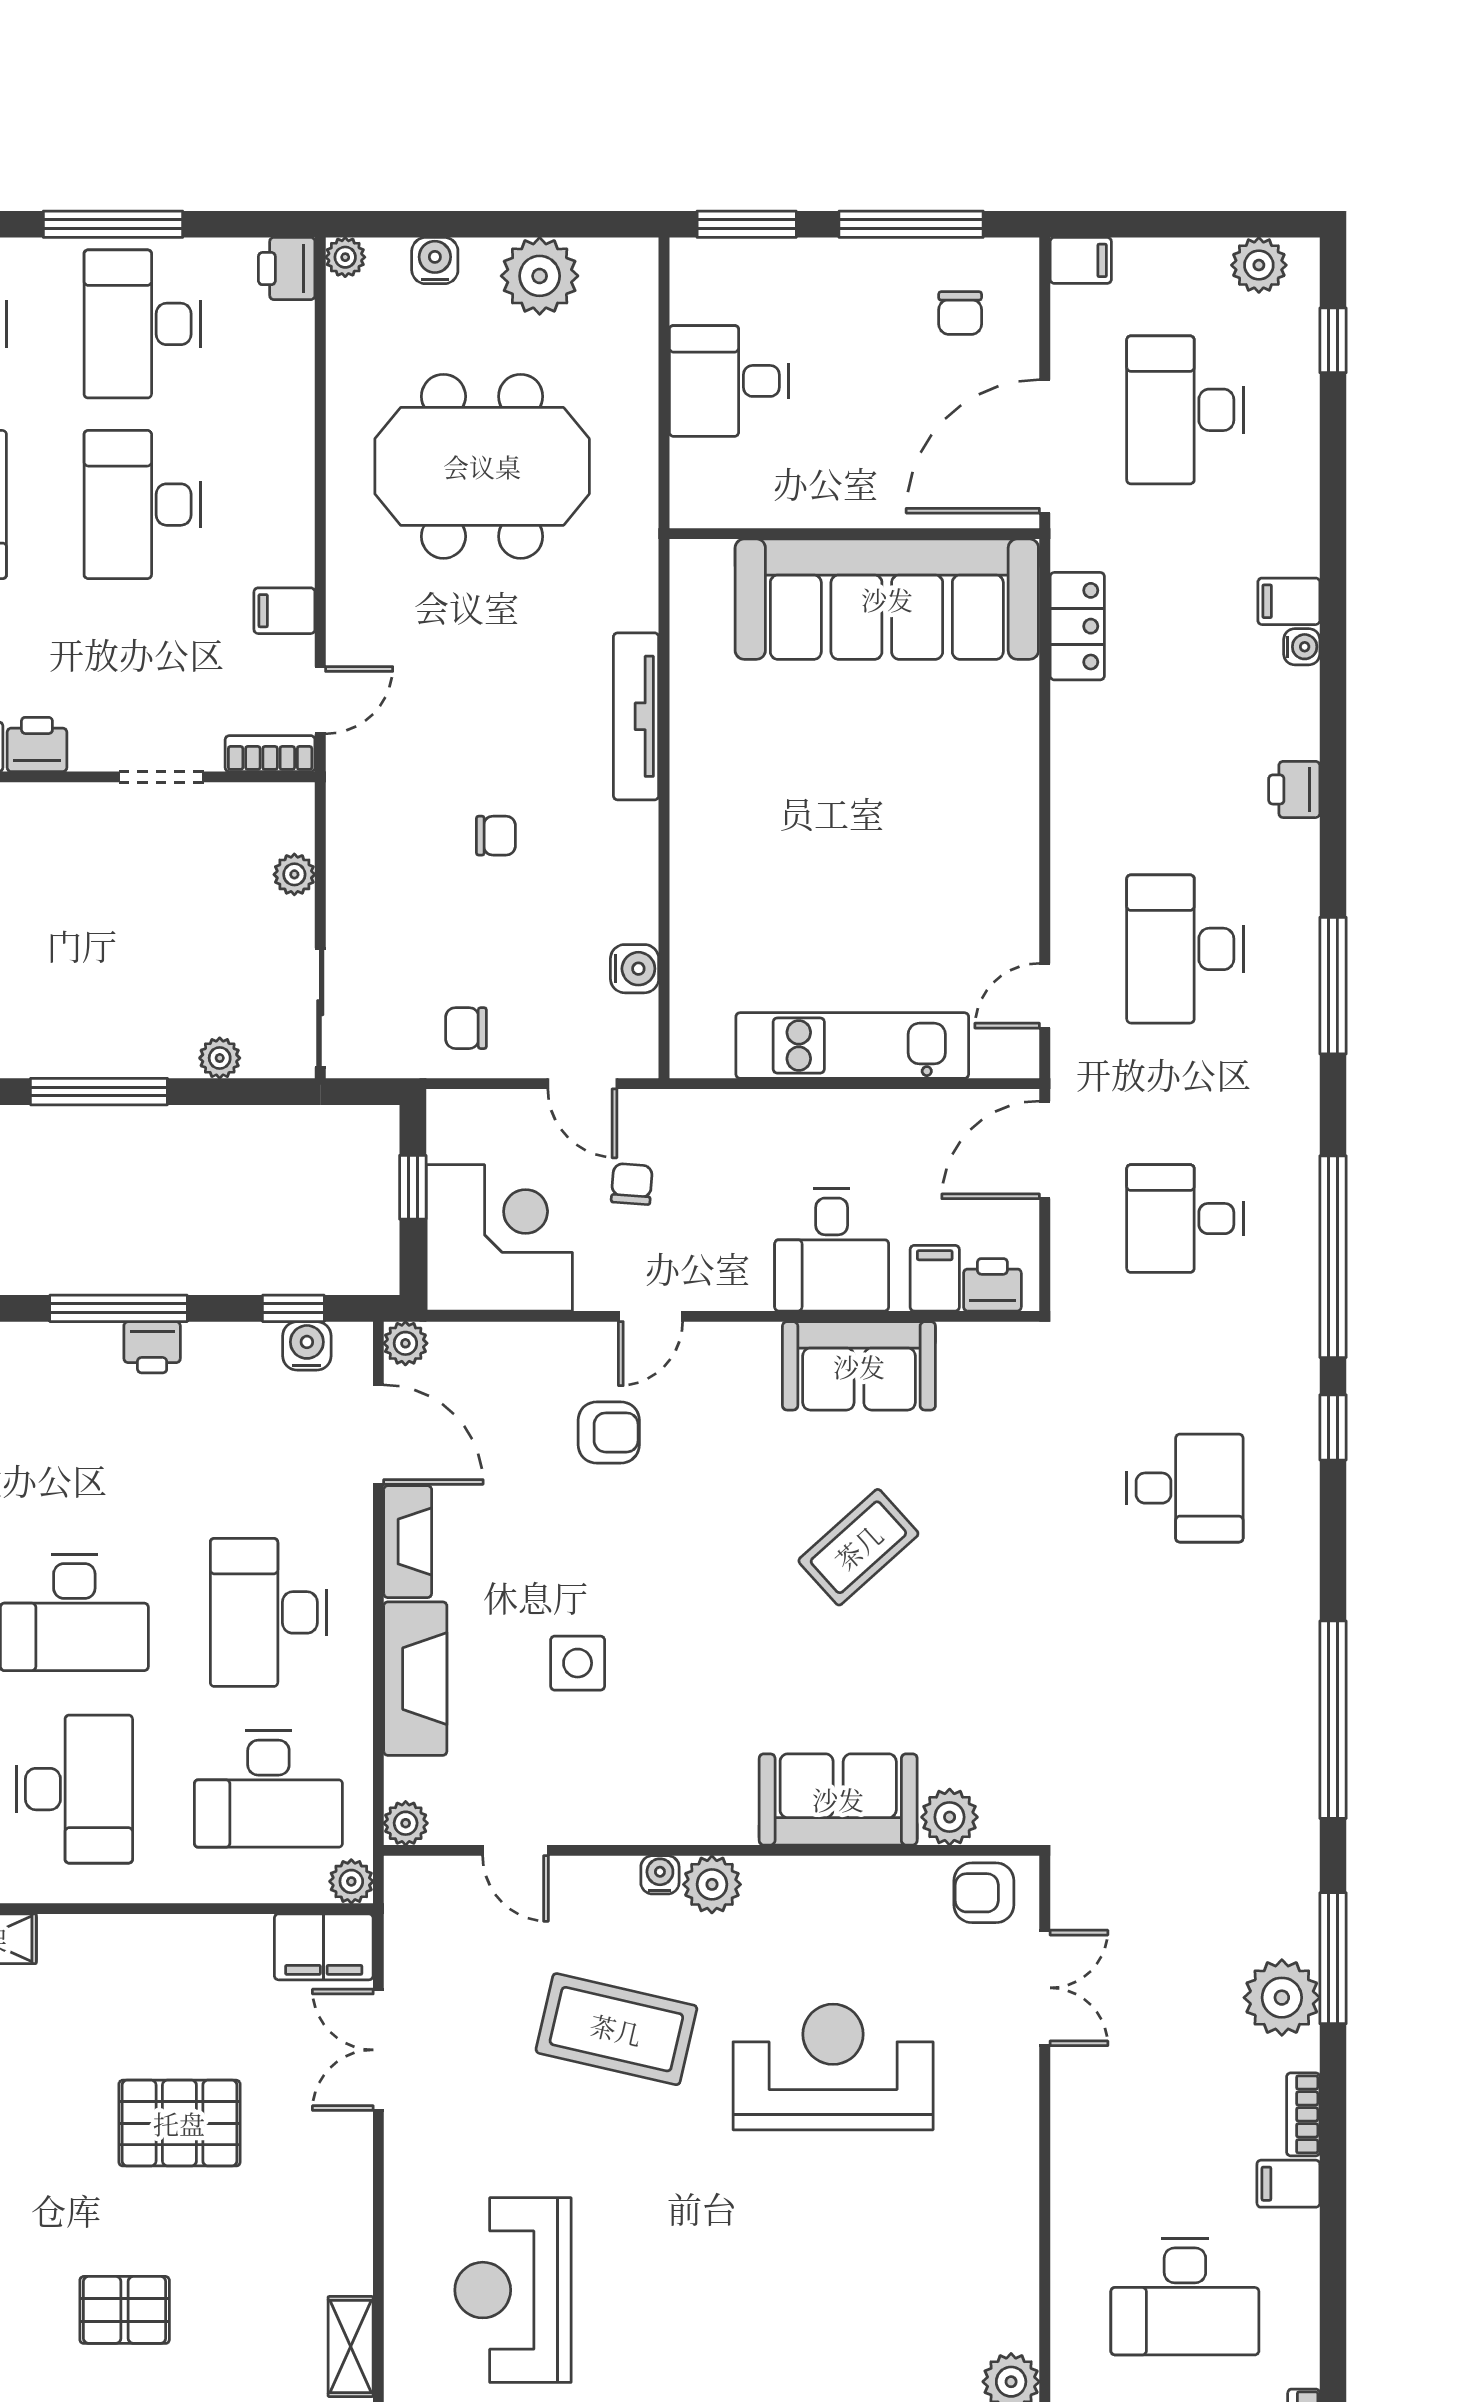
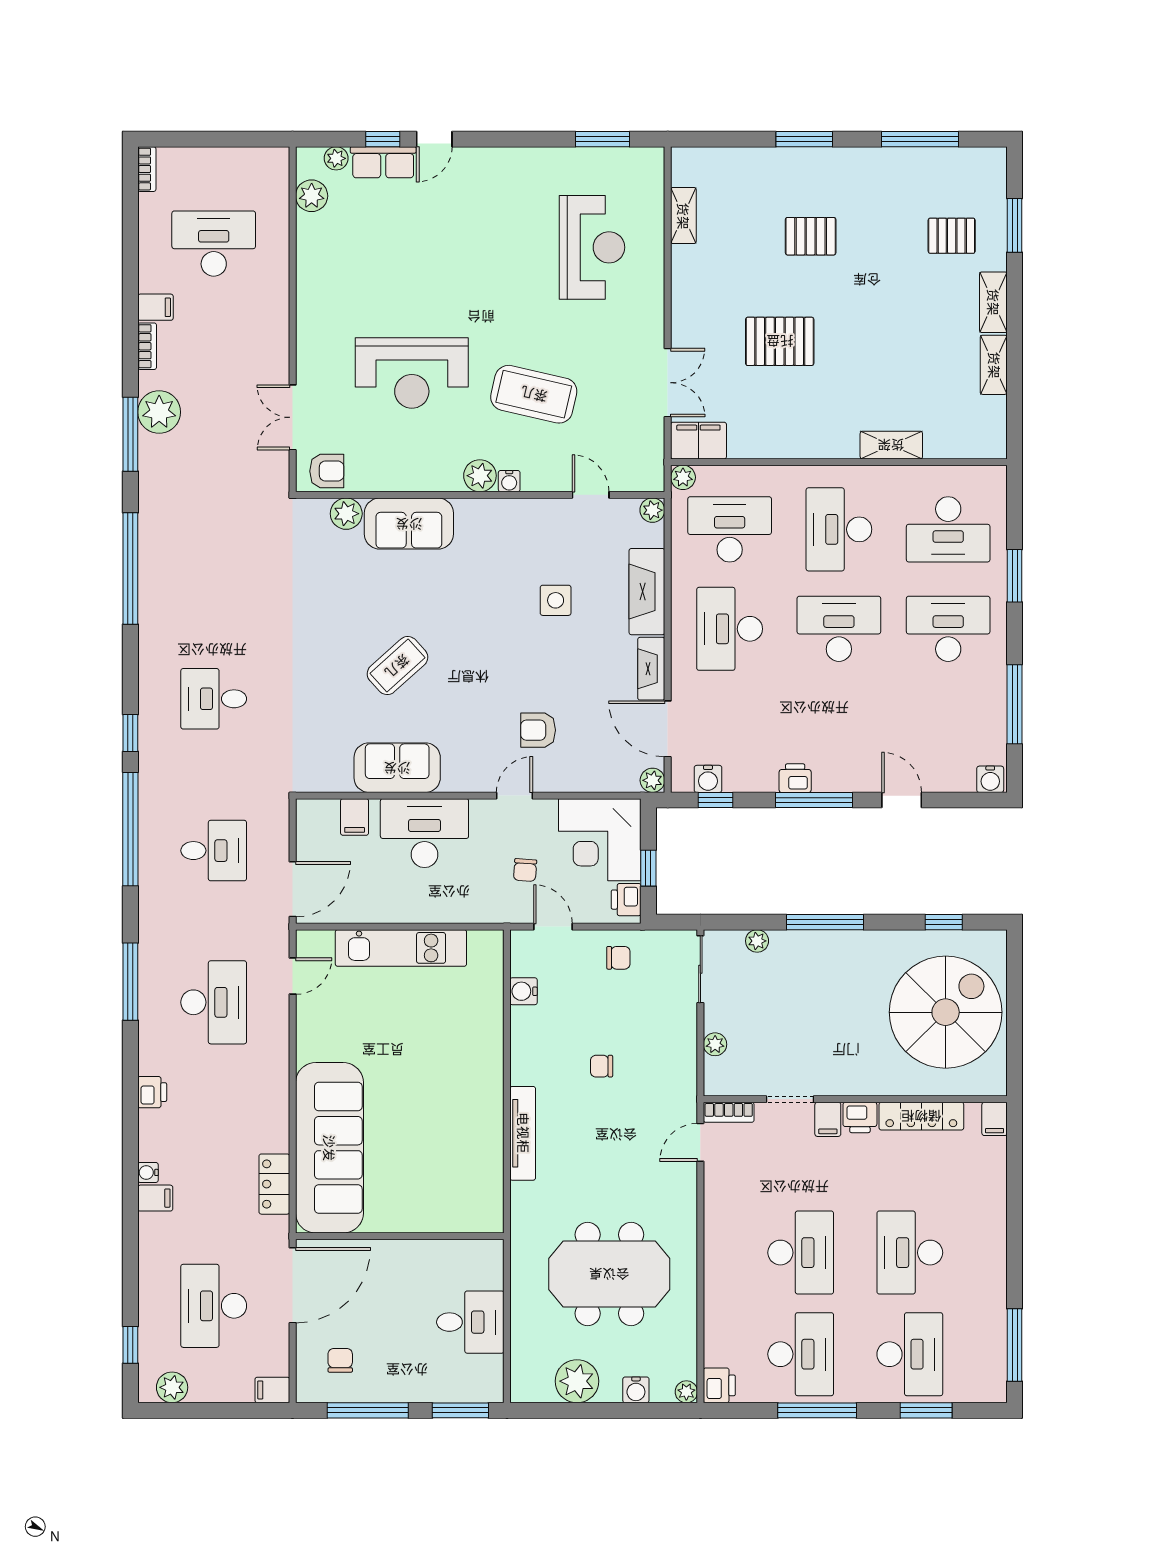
desk: (1185, 410) -> (214, 1306), turned 180
sofa: (887, 599) -> (329, 1148), moved, turned 90
filing cabinet: (284, 611) -> (828, 1119), moved, turned 90
desk: (832, 1250) -> (424, 833), width x1.37
printer: (992, 1285) -> (626, 900), moved, turned 90
desk: (268, 1612) -> (730, 629), turned 180

